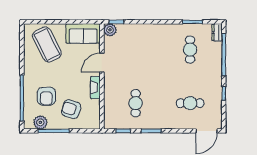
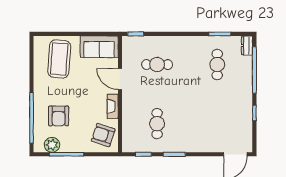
plant: (110, 30) -> (129, 43), removed
coffee table: (47, 45) -> (59, 59), turned 31
door: (102, 63) -> (120, 79), hinge flipped
cafe table: (190, 103) -> (157, 65), moved
armchair: (71, 109) -> (103, 135), moved

